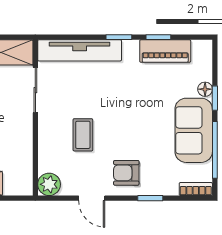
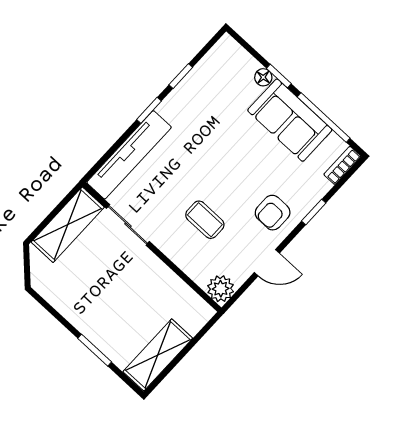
piano: (165, 51) -> (198, 81), removed

